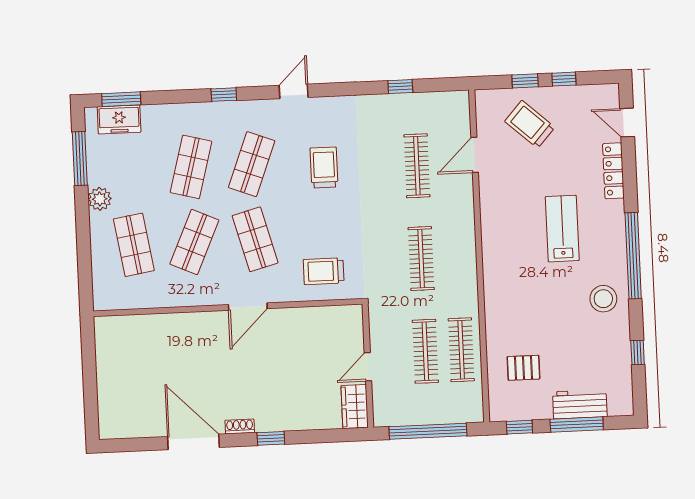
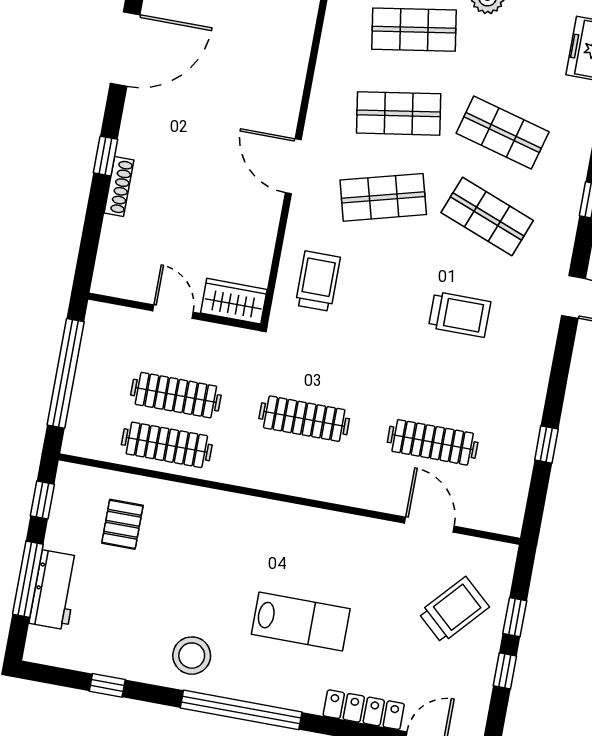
shop shelf: (194, 242) -> (399, 113), turned -33
wardrobe: (355, 407) -> (234, 301), moved
shoe rack: (240, 426) -> (119, 187), moved, width x1.43

